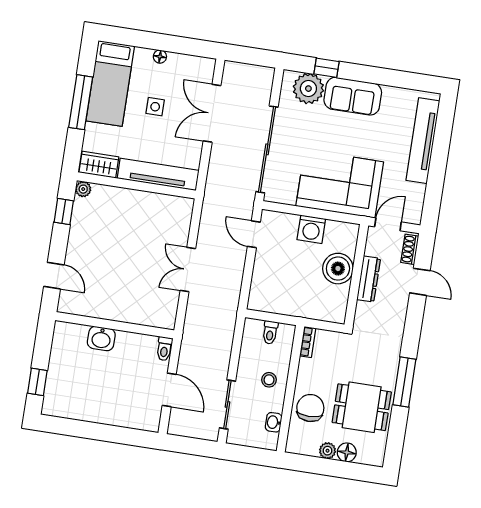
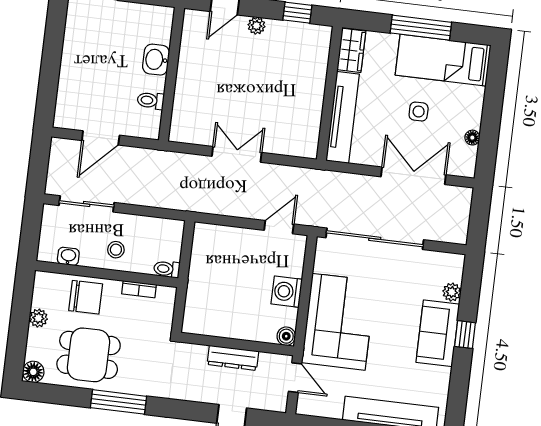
floor lamp: (160, 57) -> (472, 138), moved
window: (326, 68) -> (465, 335), moved
plant: (308, 89) -> (452, 292), width x0.53, depth x0.53
plant: (83, 189) -> (256, 26), moved
shoe rack: (410, 249) -> (268, 403), removed
boiler: (338, 269) -> (286, 336), moved, width x0.54, depth x0.54
toilet: (270, 332) -> (167, 269), moved
bookcase: (308, 342) -> (139, 289), moved
toilet: (164, 349) -> (151, 101), moved
dining table: (362, 407) -> (89, 355), turned 90
floor lamp: (347, 452) -> (33, 372), moved

